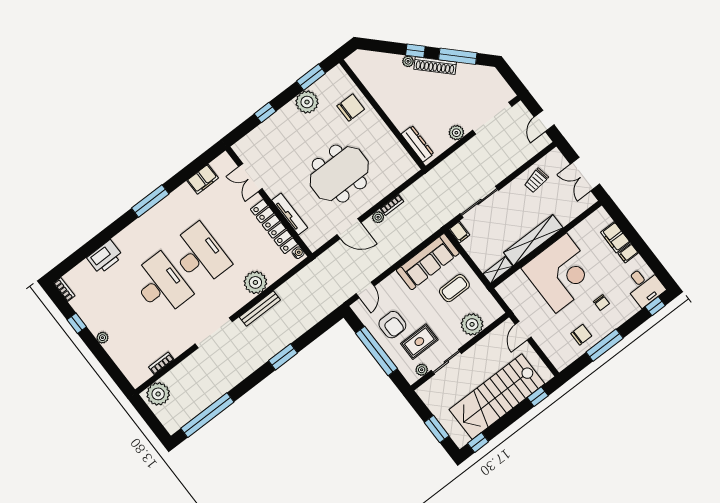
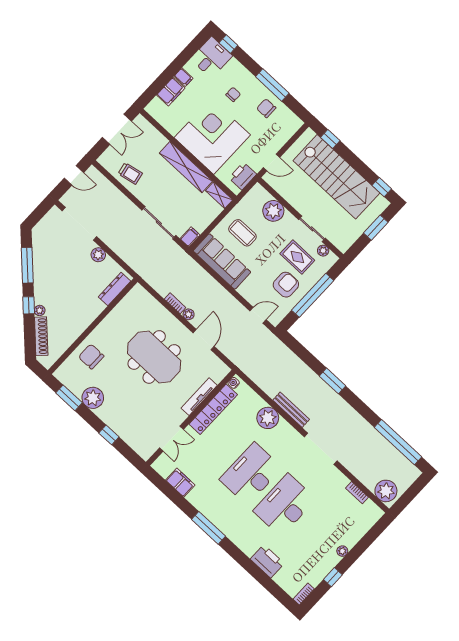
shoe rack: (435, 66) -> (41, 336), moved
printer: (514, 298) -> (243, 176), added

